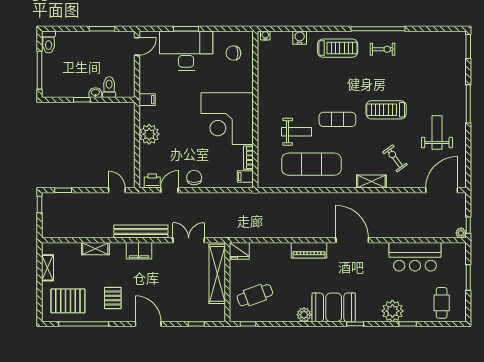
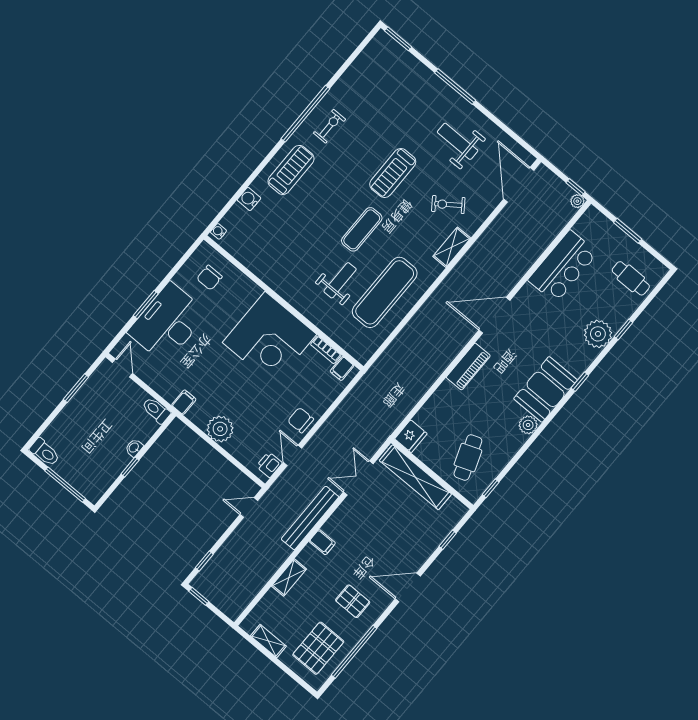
toilet: (109, 87) -> (156, 410), moved
filing cabinet: (139, 251) -> (322, 542), width x0.50

